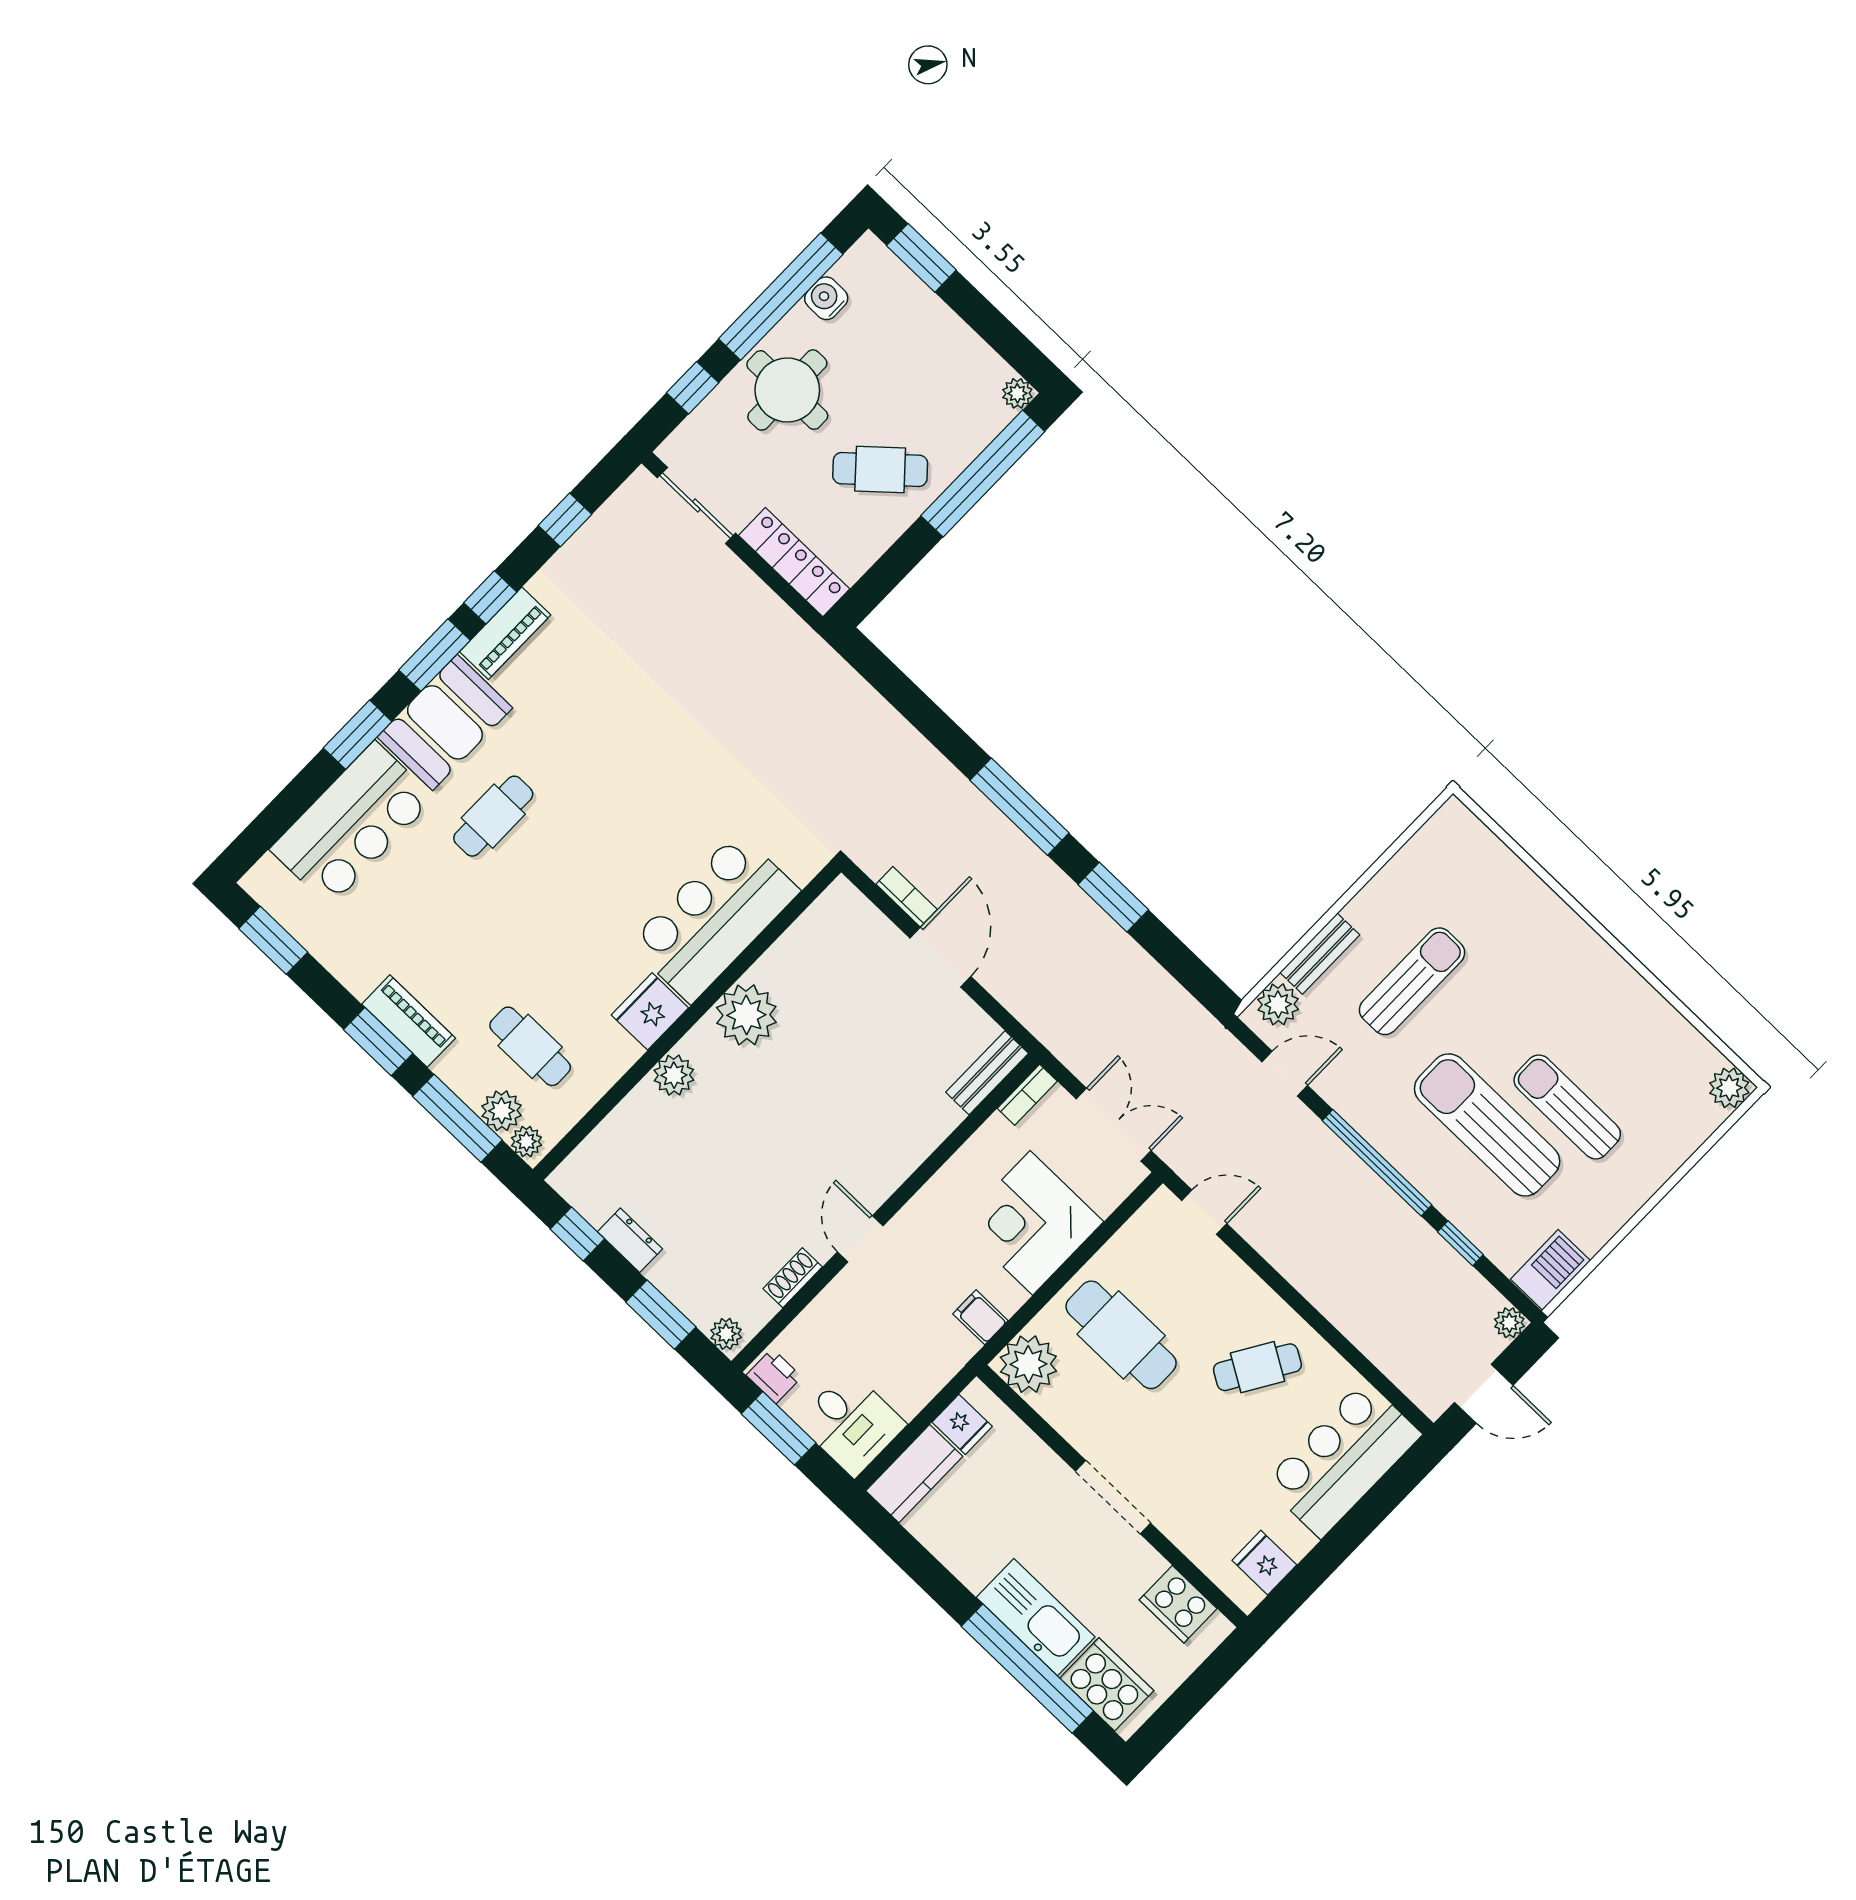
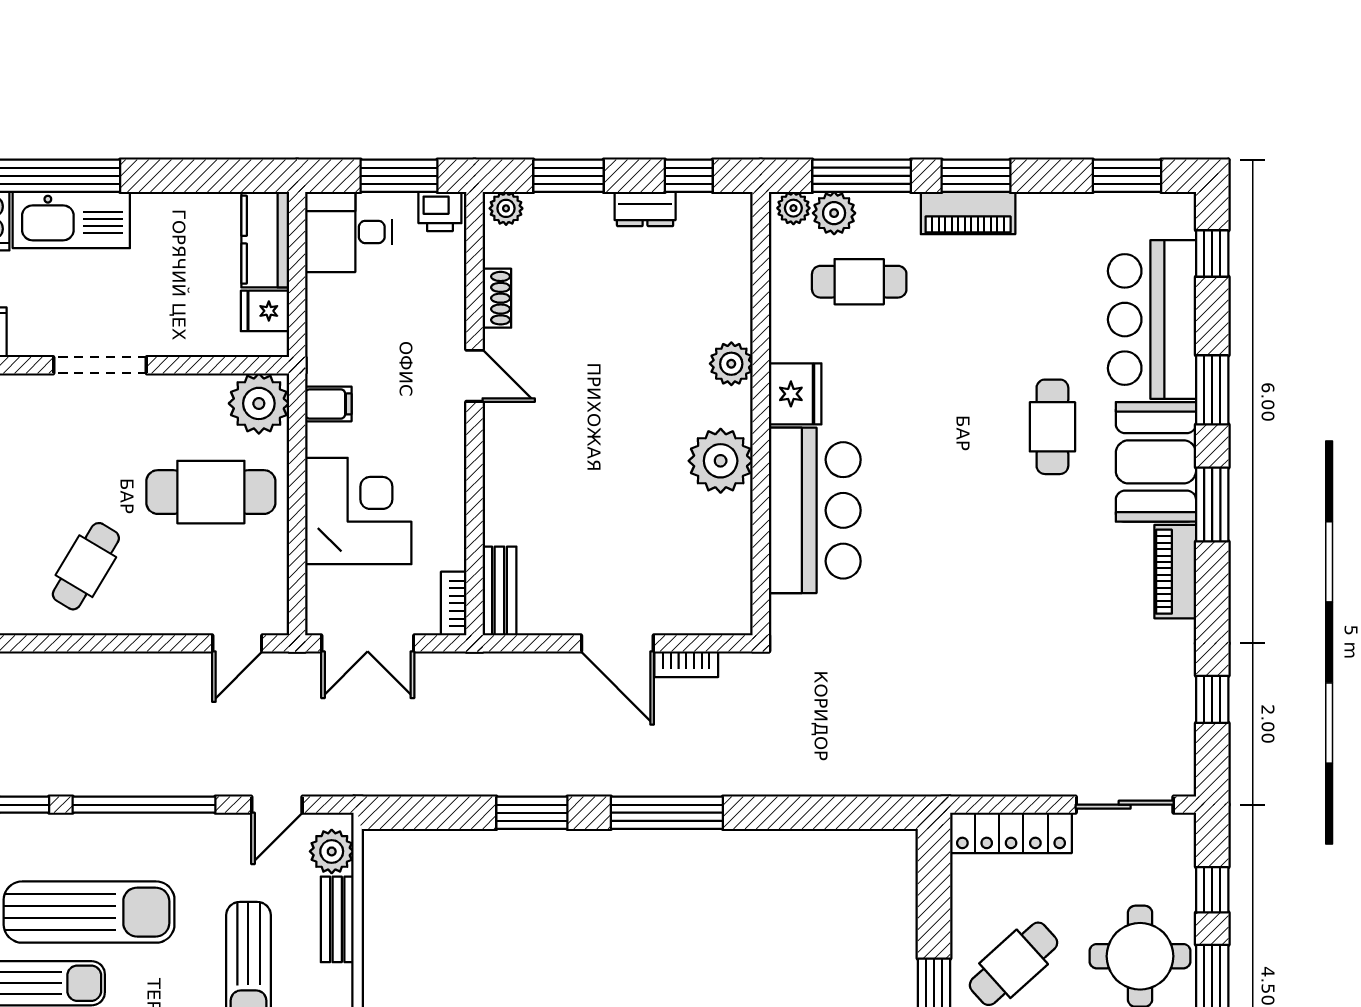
window: (490, 597) -> (1212, 254), moved

